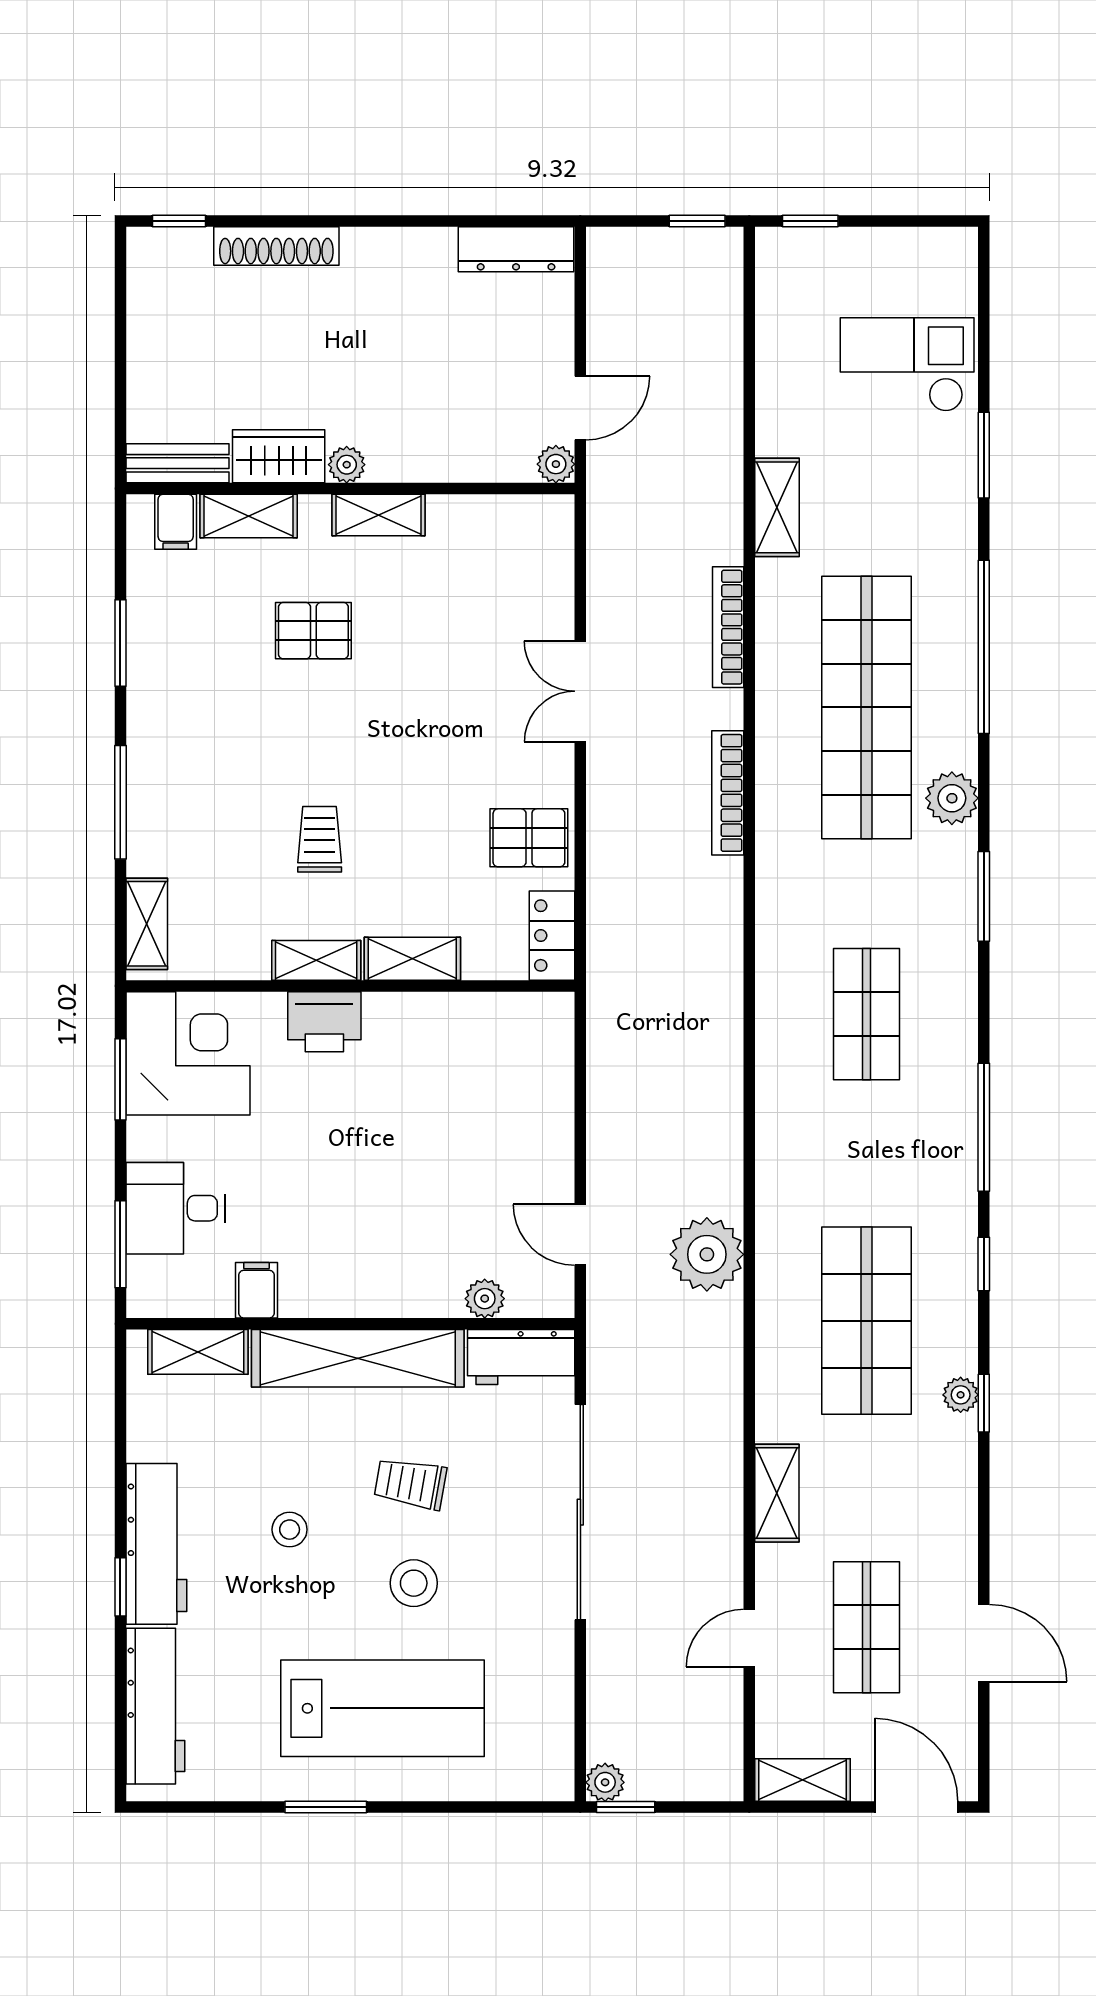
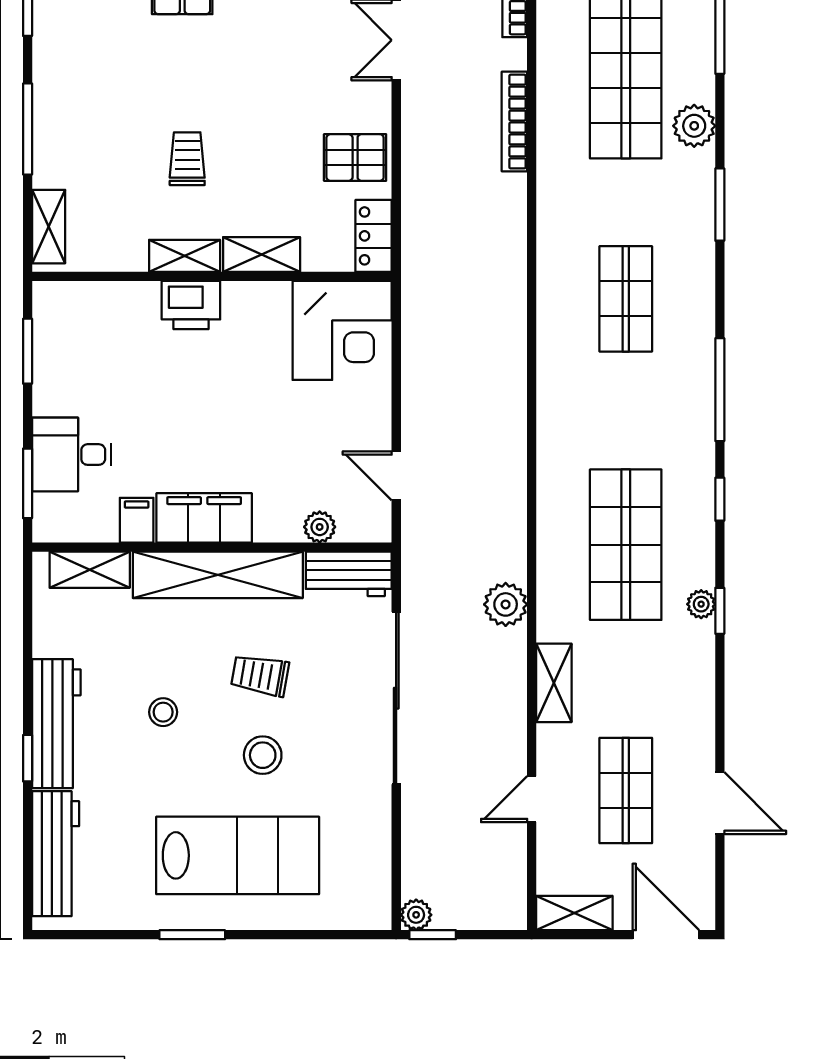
corner desk: (188, 1053) -> (342, 330), moved, turned 90
plant: (707, 1254) -> (506, 604), moved, width x0.73, depth x0.73
filing cabinet: (341, 1287) -> (204, 518), added

